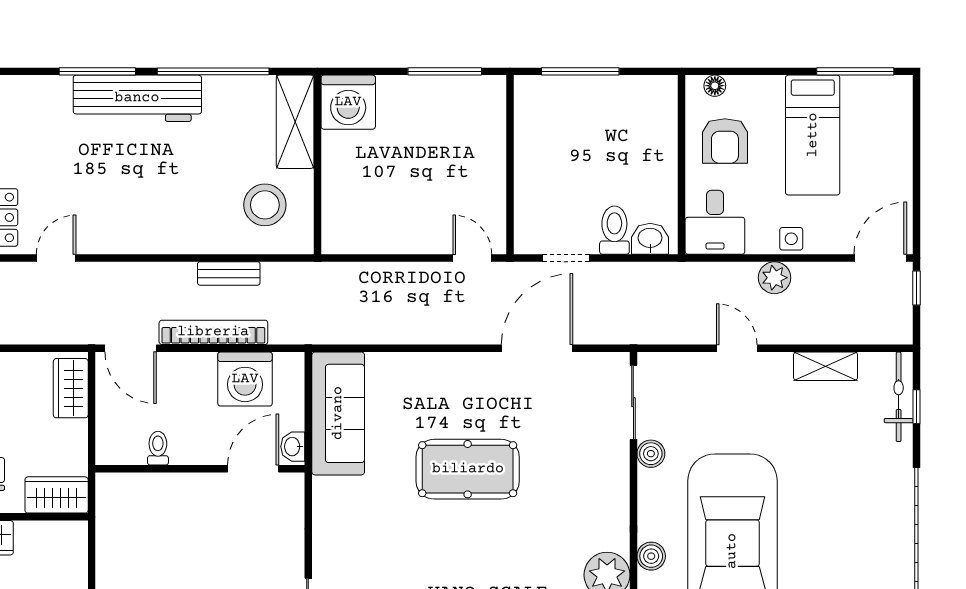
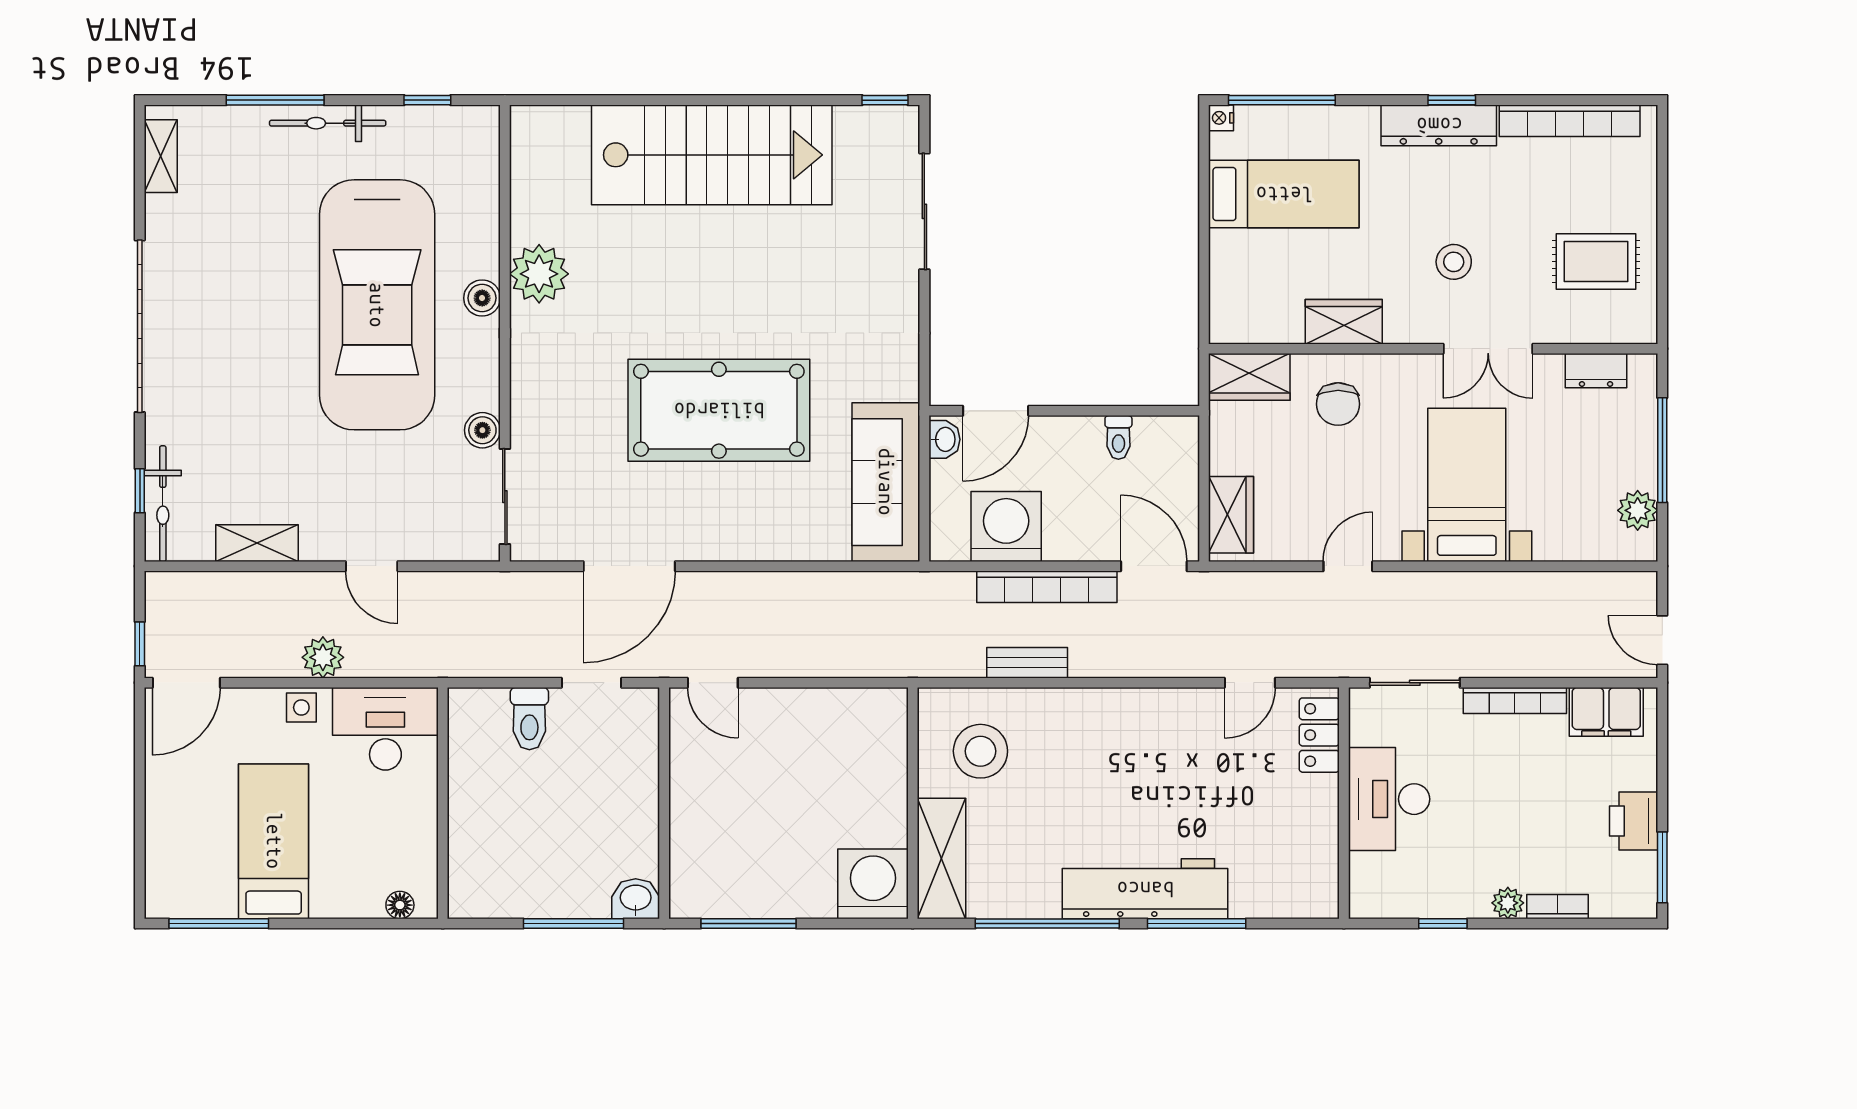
armchair: (725, 141) -> (387, 834), removed
desk: (715, 222) -> (385, 729), width x1.37
washbasin: (650, 239) -> (636, 899), moved, turned 180
pool table: (468, 469) -> (719, 410), width x1.36, depth x1.32

